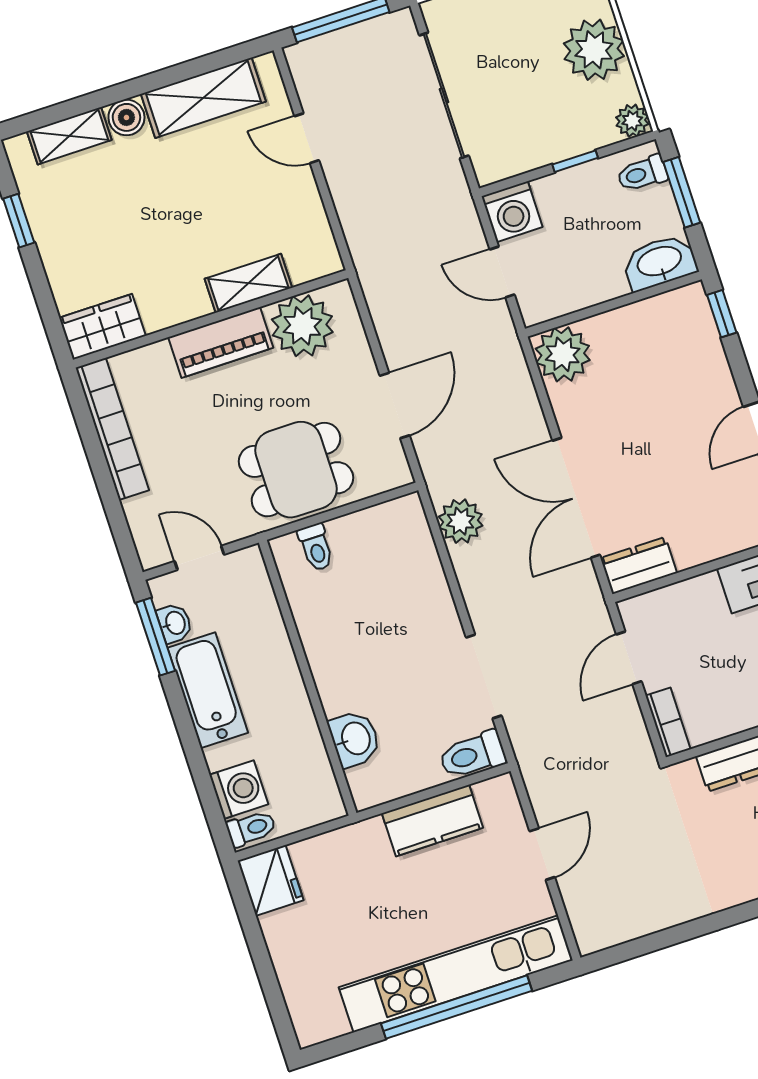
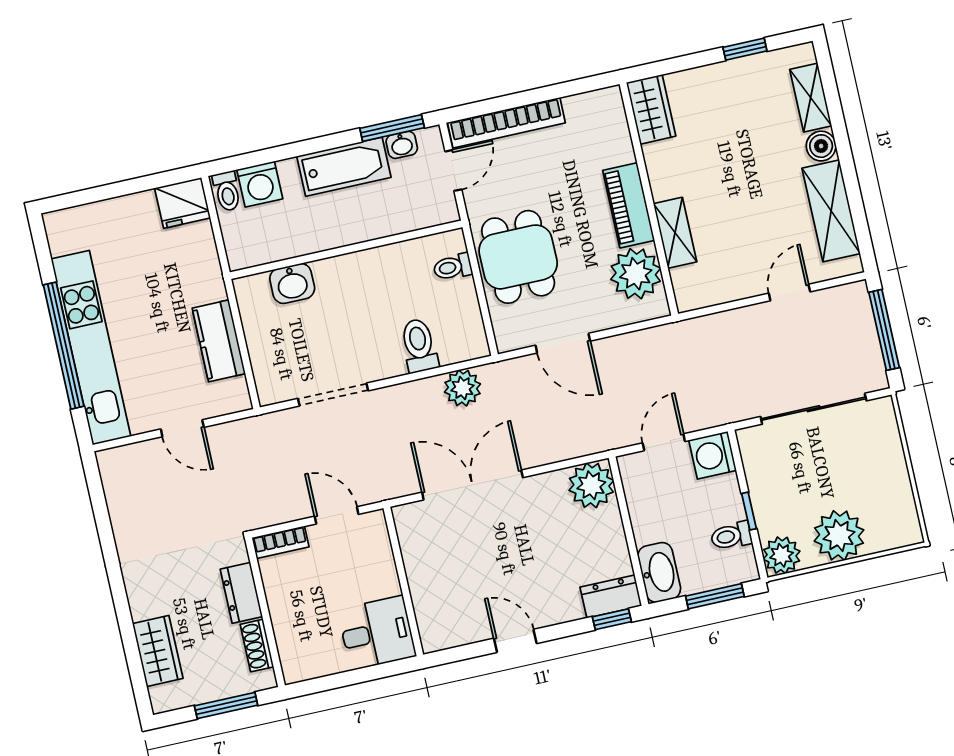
plant: (632, 121) -> (782, 555), width x1.38, depth x1.38
toilet: (642, 174) -> (731, 536), moved, turned -90
bookcase: (112, 429) -> (506, 123), moved
dresser: (639, 566) -> (611, 596), moved, turned -90
toilet: (473, 755) -> (419, 346), moved

